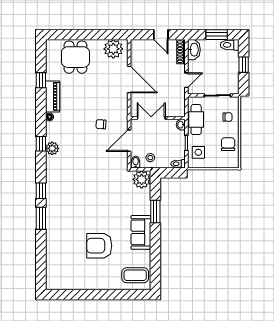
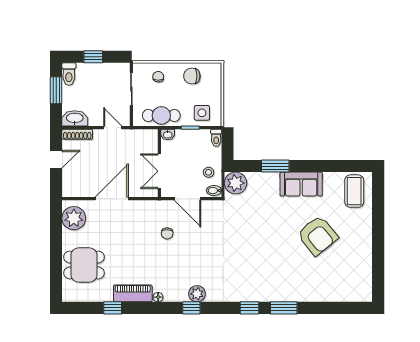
armchair: (99, 246) -> (318, 236), turned -39

